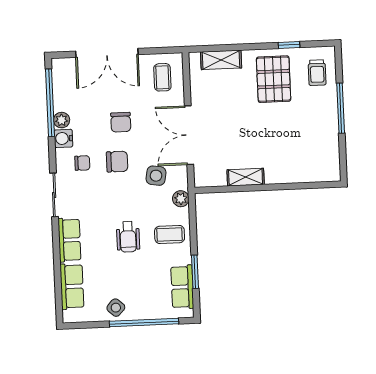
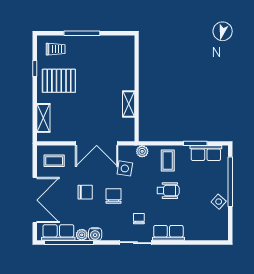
chair: (82, 163) -> (139, 219), moved
row of seats: (72, 286) -> (58, 233), moved

